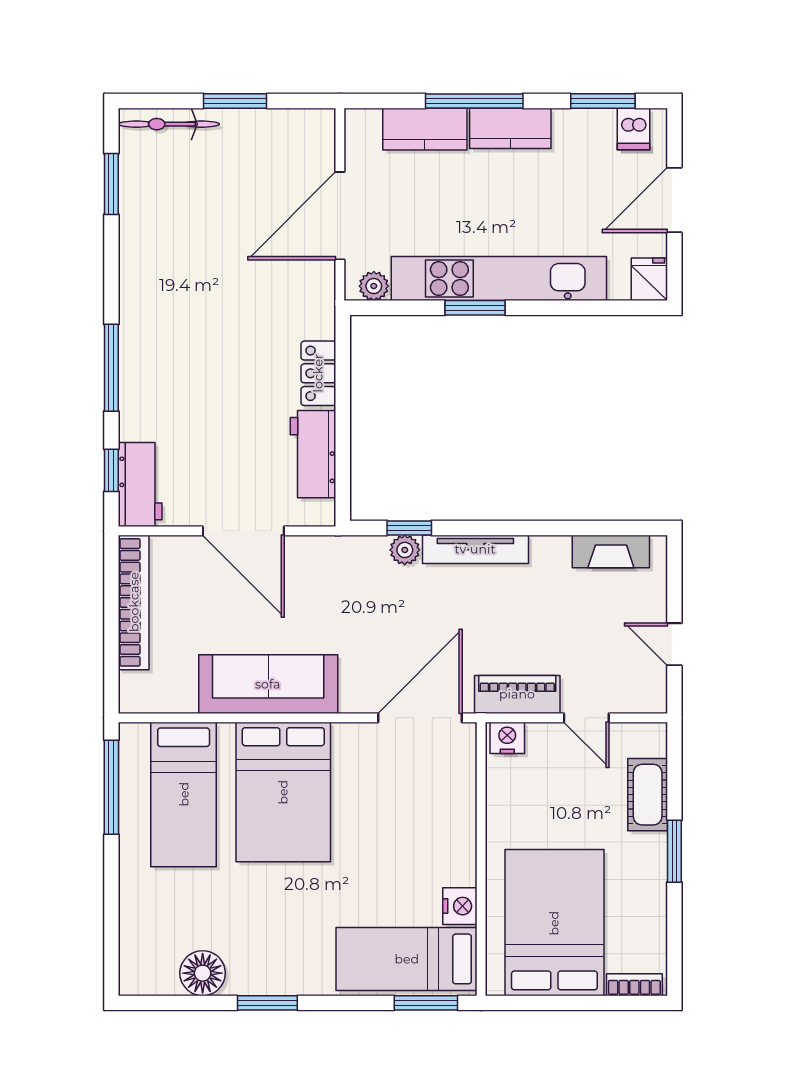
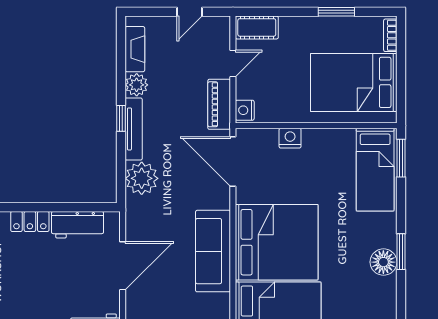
window: (409, 528) -> (121, 118), moved
plant: (405, 550) -> (142, 178), width x1.88, depth x1.88
plant: (550, 554) -> (137, 85), added
bed: (283, 792) -> (277, 242), width x1.36
cot: (648, 795) -> (257, 27), moved
window: (674, 851) -> (336, 12), moved
nightstand: (460, 906) -> (290, 138), moved
floor lamp: (203, 973) -> (383, 262), moved

